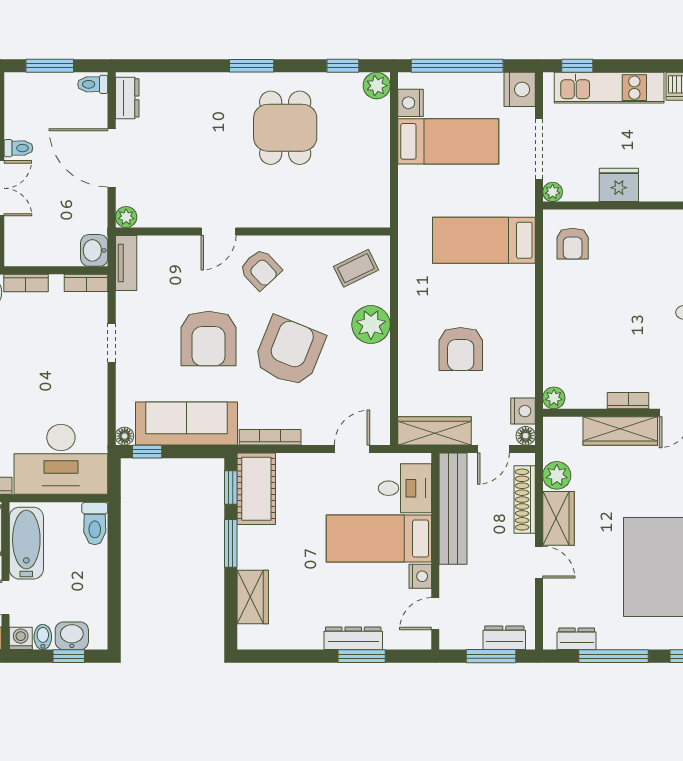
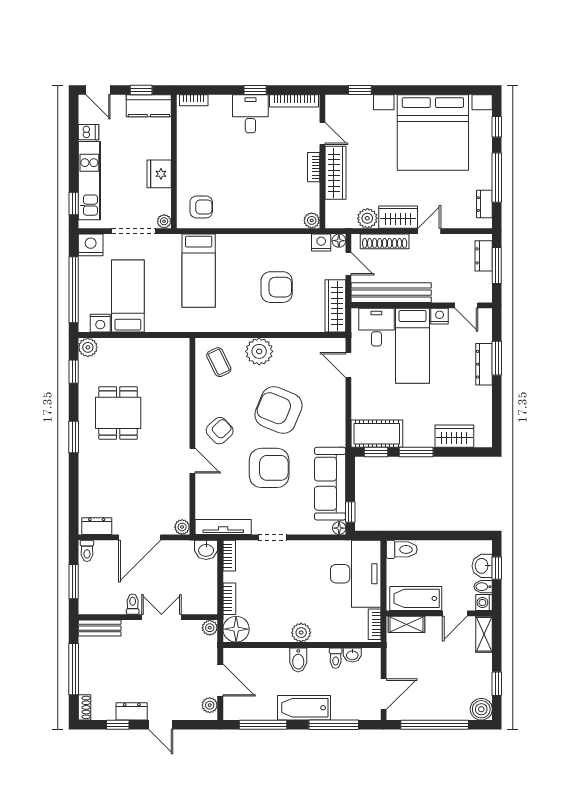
dining table: (285, 128) -> (118, 413), turned 90
tv unit: (126, 263) -> (223, 527), width x1.41
bookcase: (270, 437) -> (340, 424), removed

